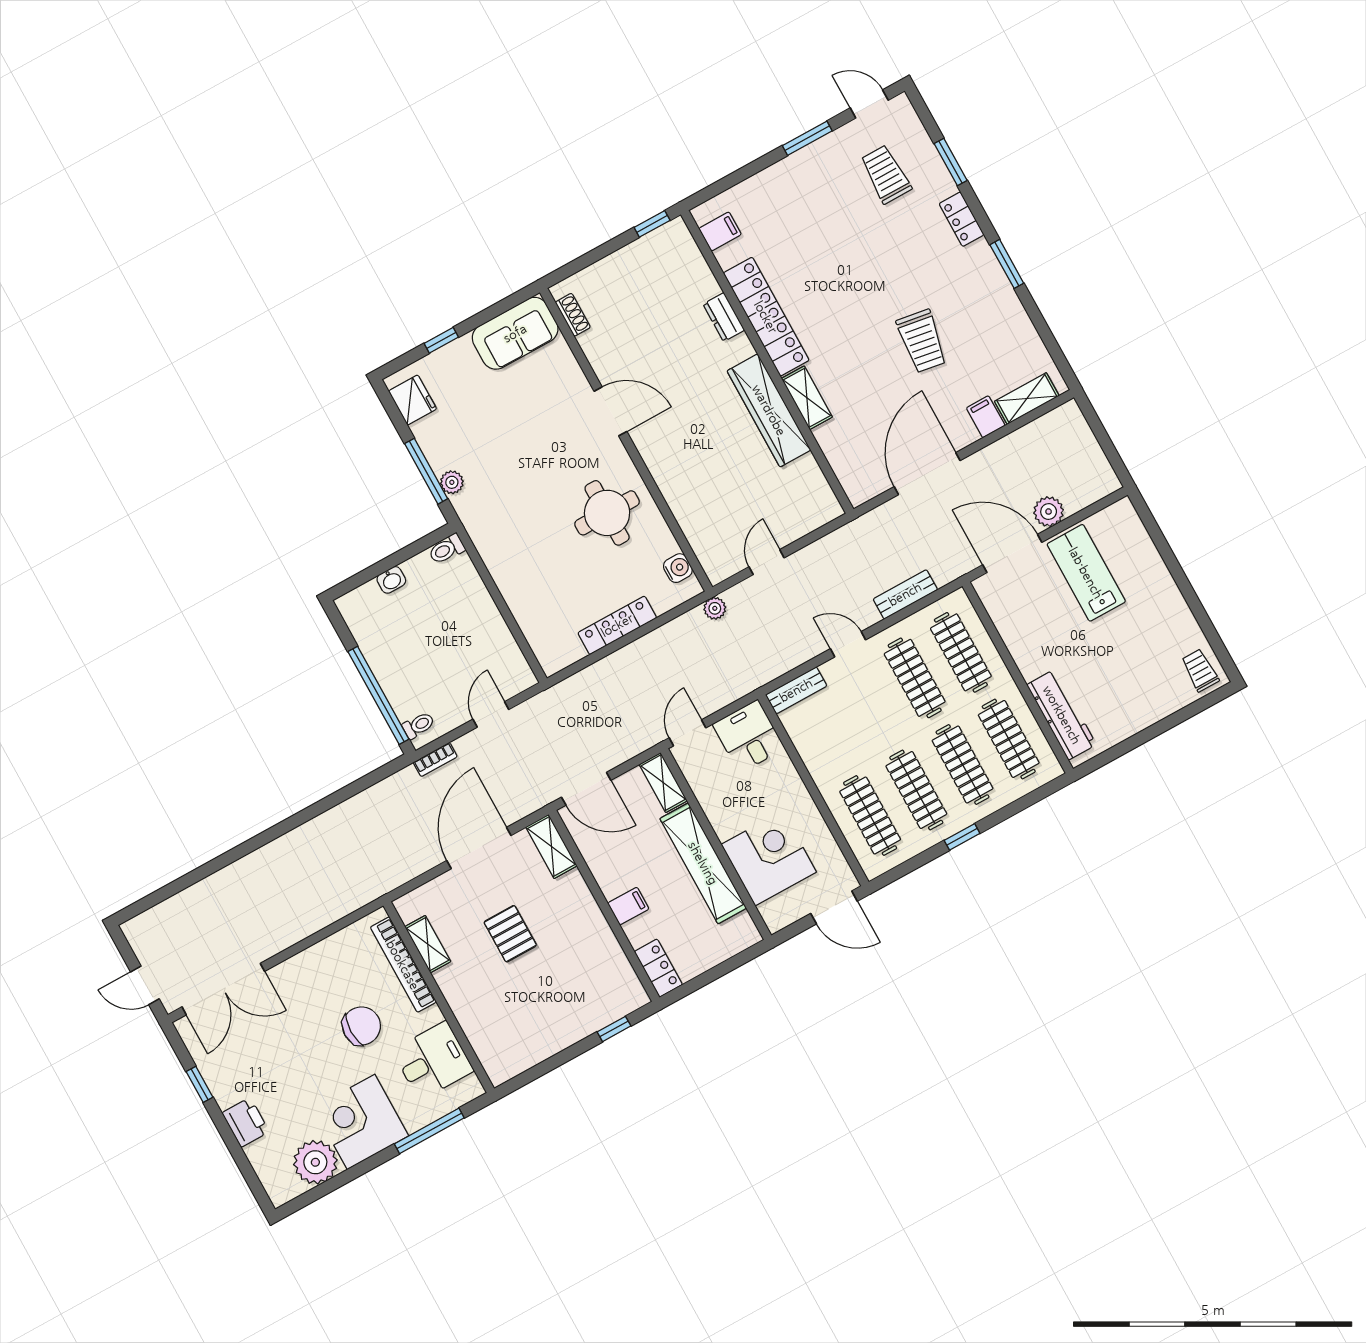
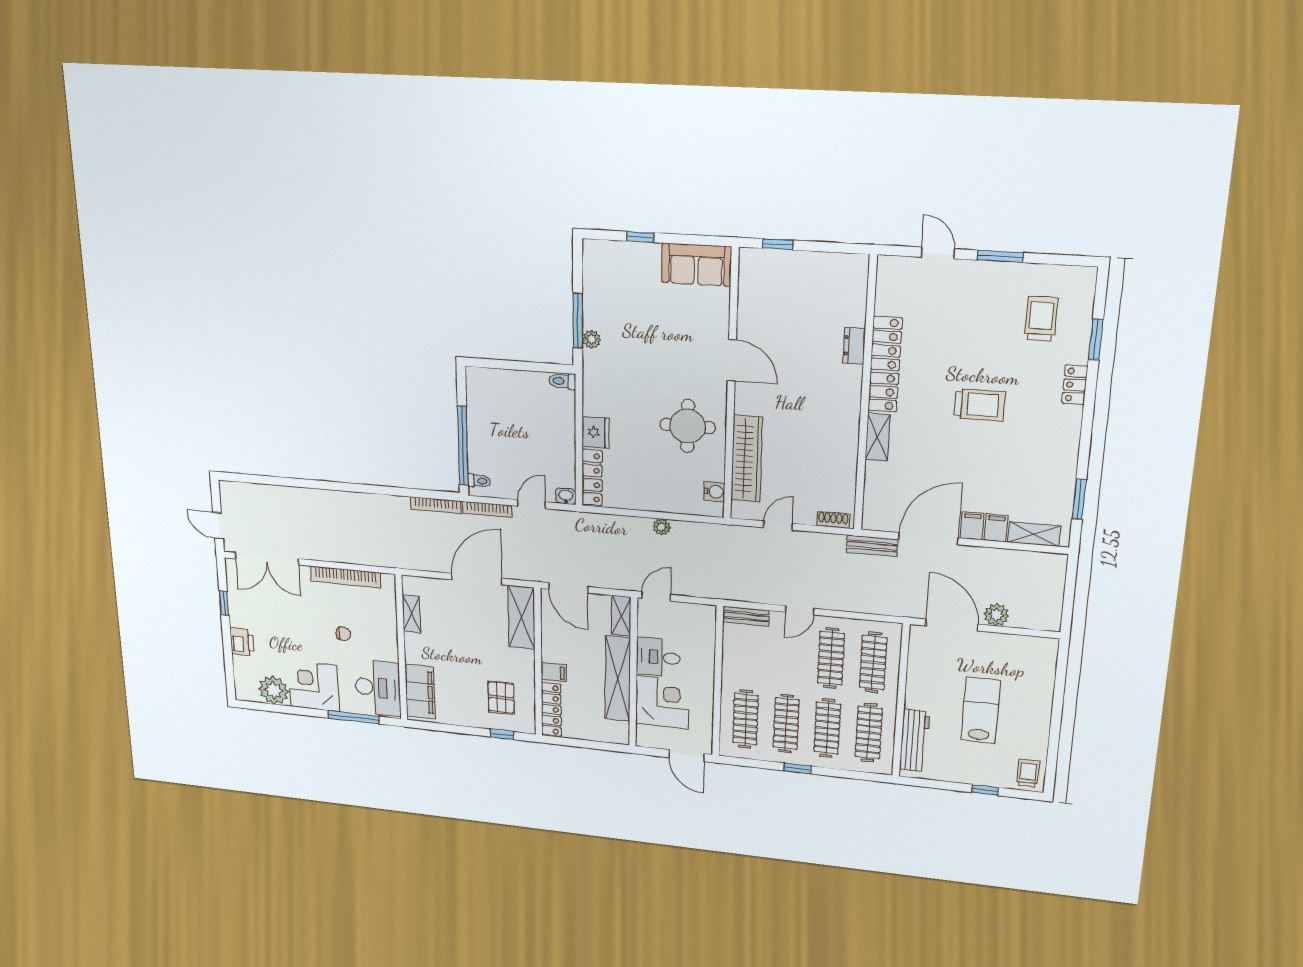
door: (869, 104) -> (938, 253), moved
window: (652, 224) -> (778, 244), moved
filing cabinet: (720, 231) -> (972, 526), moved, turned -90
window: (1007, 264) -> (1079, 499), moved
shoe rack: (573, 315) -> (833, 520), moved, turned -90
trolley: (922, 341) -> (979, 405), moved, turned -99
fridge: (413, 400) -> (596, 432), moved
wardrobe: (769, 410) -> (747, 459), moved, turned 180
lab bench: (1086, 573) -> (981, 710), moved
washbasin: (391, 580) -> (566, 496), moved, turned 180
bench: (905, 594) -> (872, 546), moved
plant: (715, 608) -> (662, 527), moved
locker: (617, 625) -> (592, 478), moved, turned 90
door: (848, 644) -> (800, 610), swing flipped
window: (1171, 722) -> (985, 790), added
desk: (749, 736) -> (658, 657), moved, turned -90
bookcase: (435, 759) -> (487, 509), width x1.56
bookcase: (385, 787) -> (436, 505), added
shelving: (551, 846) -> (521, 617), width x1.50, depth x1.33
pallet: (510, 934) -> (501, 698), moved
bookcase: (403, 965) -> (346, 577), moved, turned -90
locker: (658, 968) -> (551, 709), width x1.53
chair: (361, 1026) -> (343, 634), width x0.54, depth x0.54
filing cabinet: (490, 1040) -> (420, 692), added
desk: (433, 1061) -> (378, 688), width x1.37

